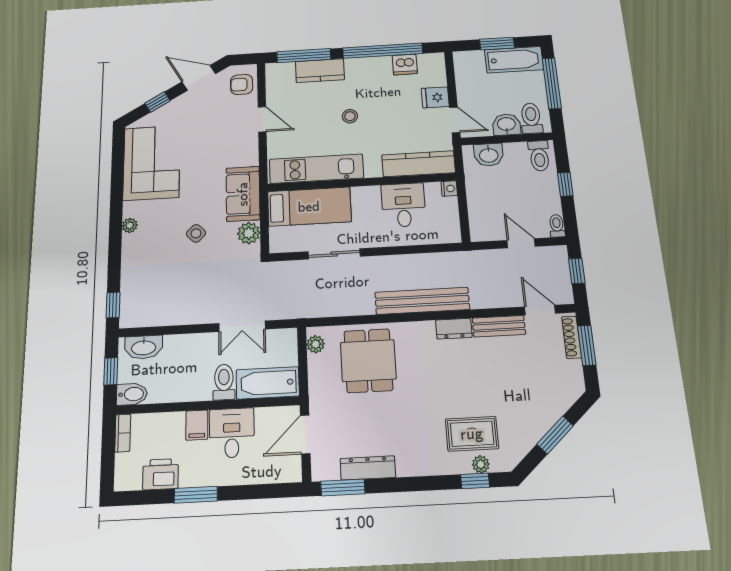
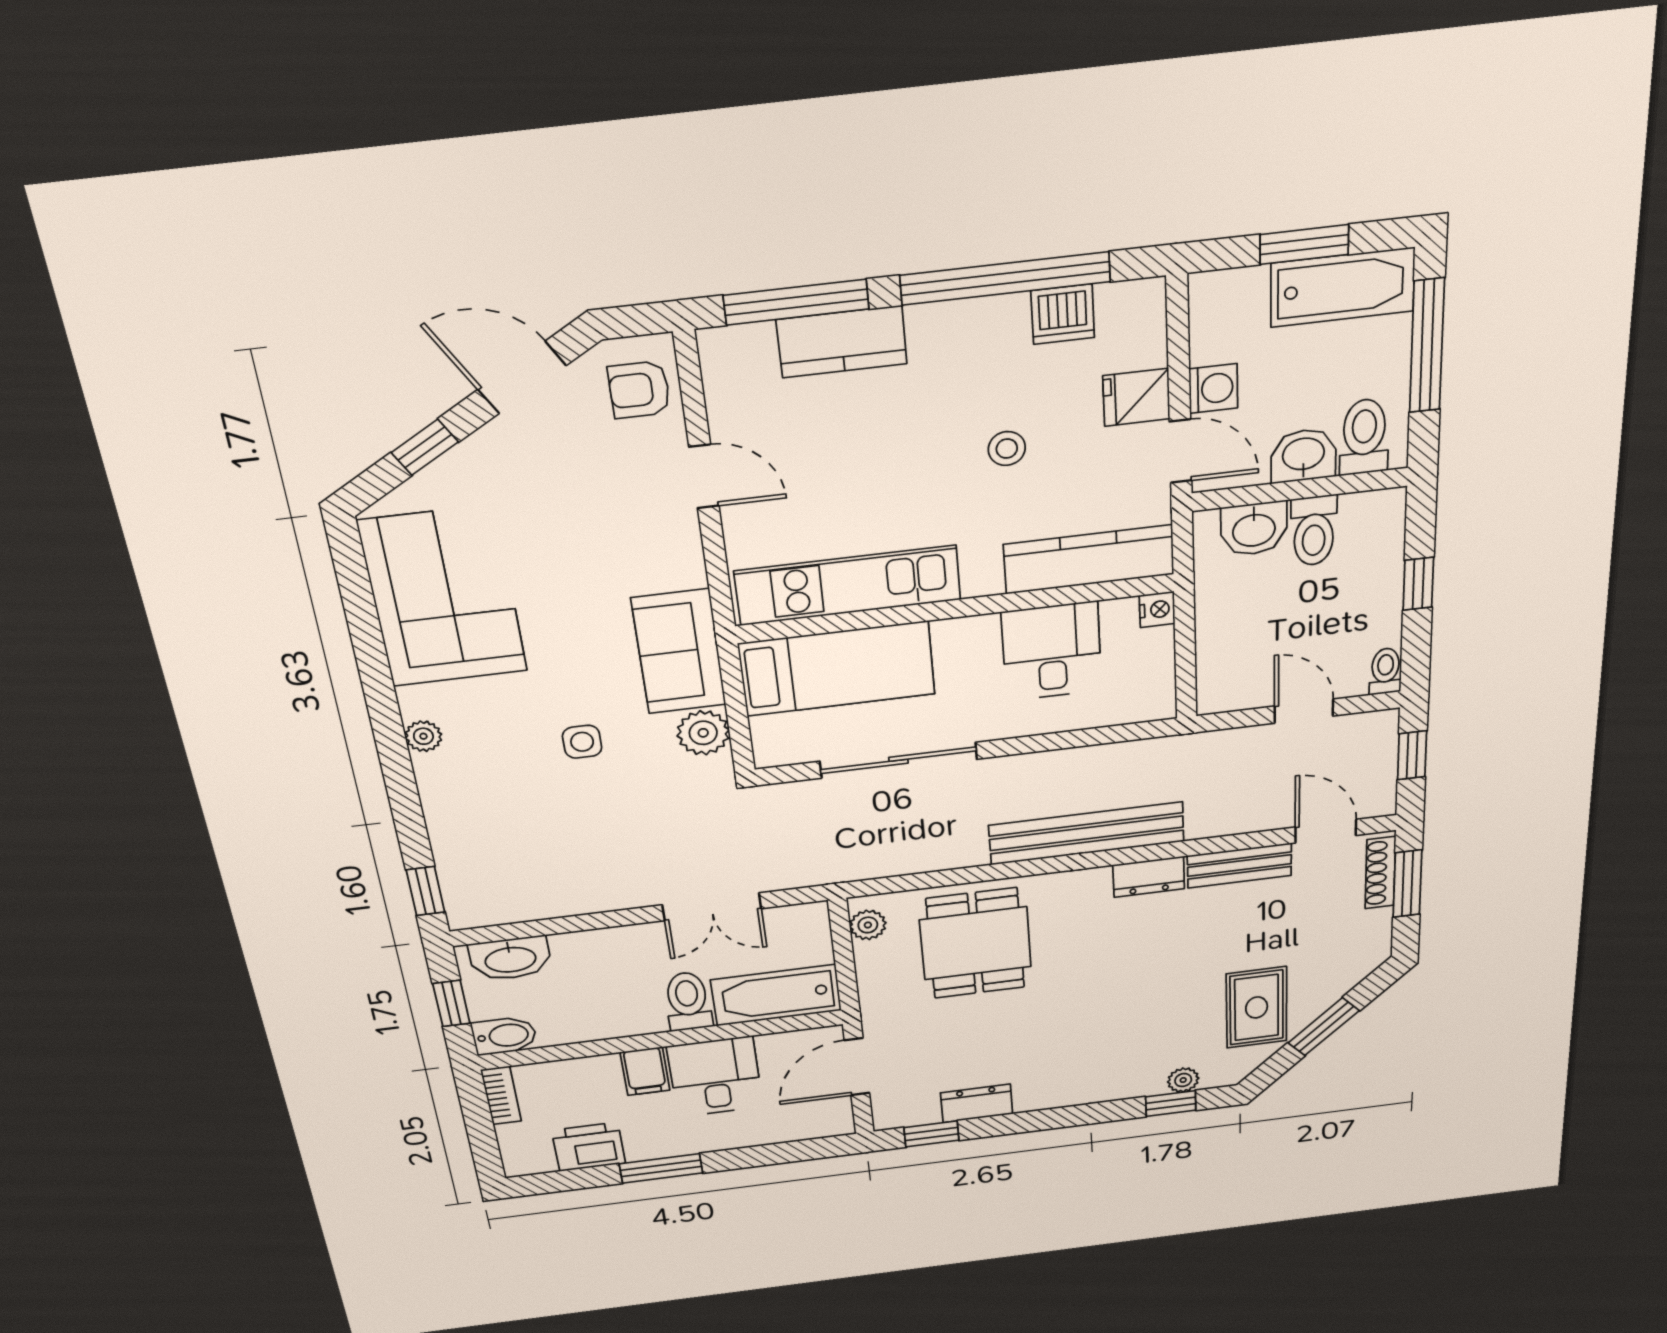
washing machine: (466, 96) -> (1213, 388), added
stool: (350, 116) -> (1007, 448), moved
toilet: (539, 156) -> (1314, 531), moved
side table: (196, 233) -> (582, 742), turned 45
sliding door: (334, 254) -> (899, 760), width x1.37
rug: (472, 434) -> (1257, 1007), moved, turned 90
dresser: (368, 468) -> (977, 1103), width x0.70
window: (343, 487) -> (931, 1134), width x0.67

